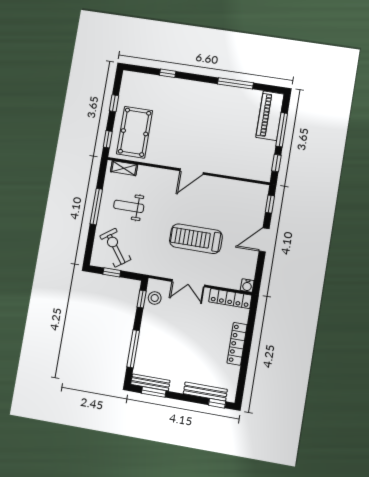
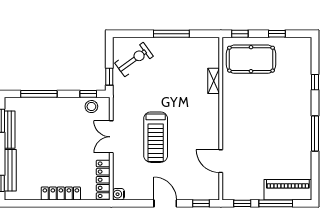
window: (235, 83) -> (315, 133), moved
shelving: (124, 168) -> (214, 81), moved
door: (192, 172) -> (221, 161), moved
weight bench: (129, 206) -> (177, 66), removed
treadmill: (196, 239) -> (156, 137), turned 180
window: (112, 272) -> (109, 77), moved
bench: (150, 382) -> (10, 130), moved

